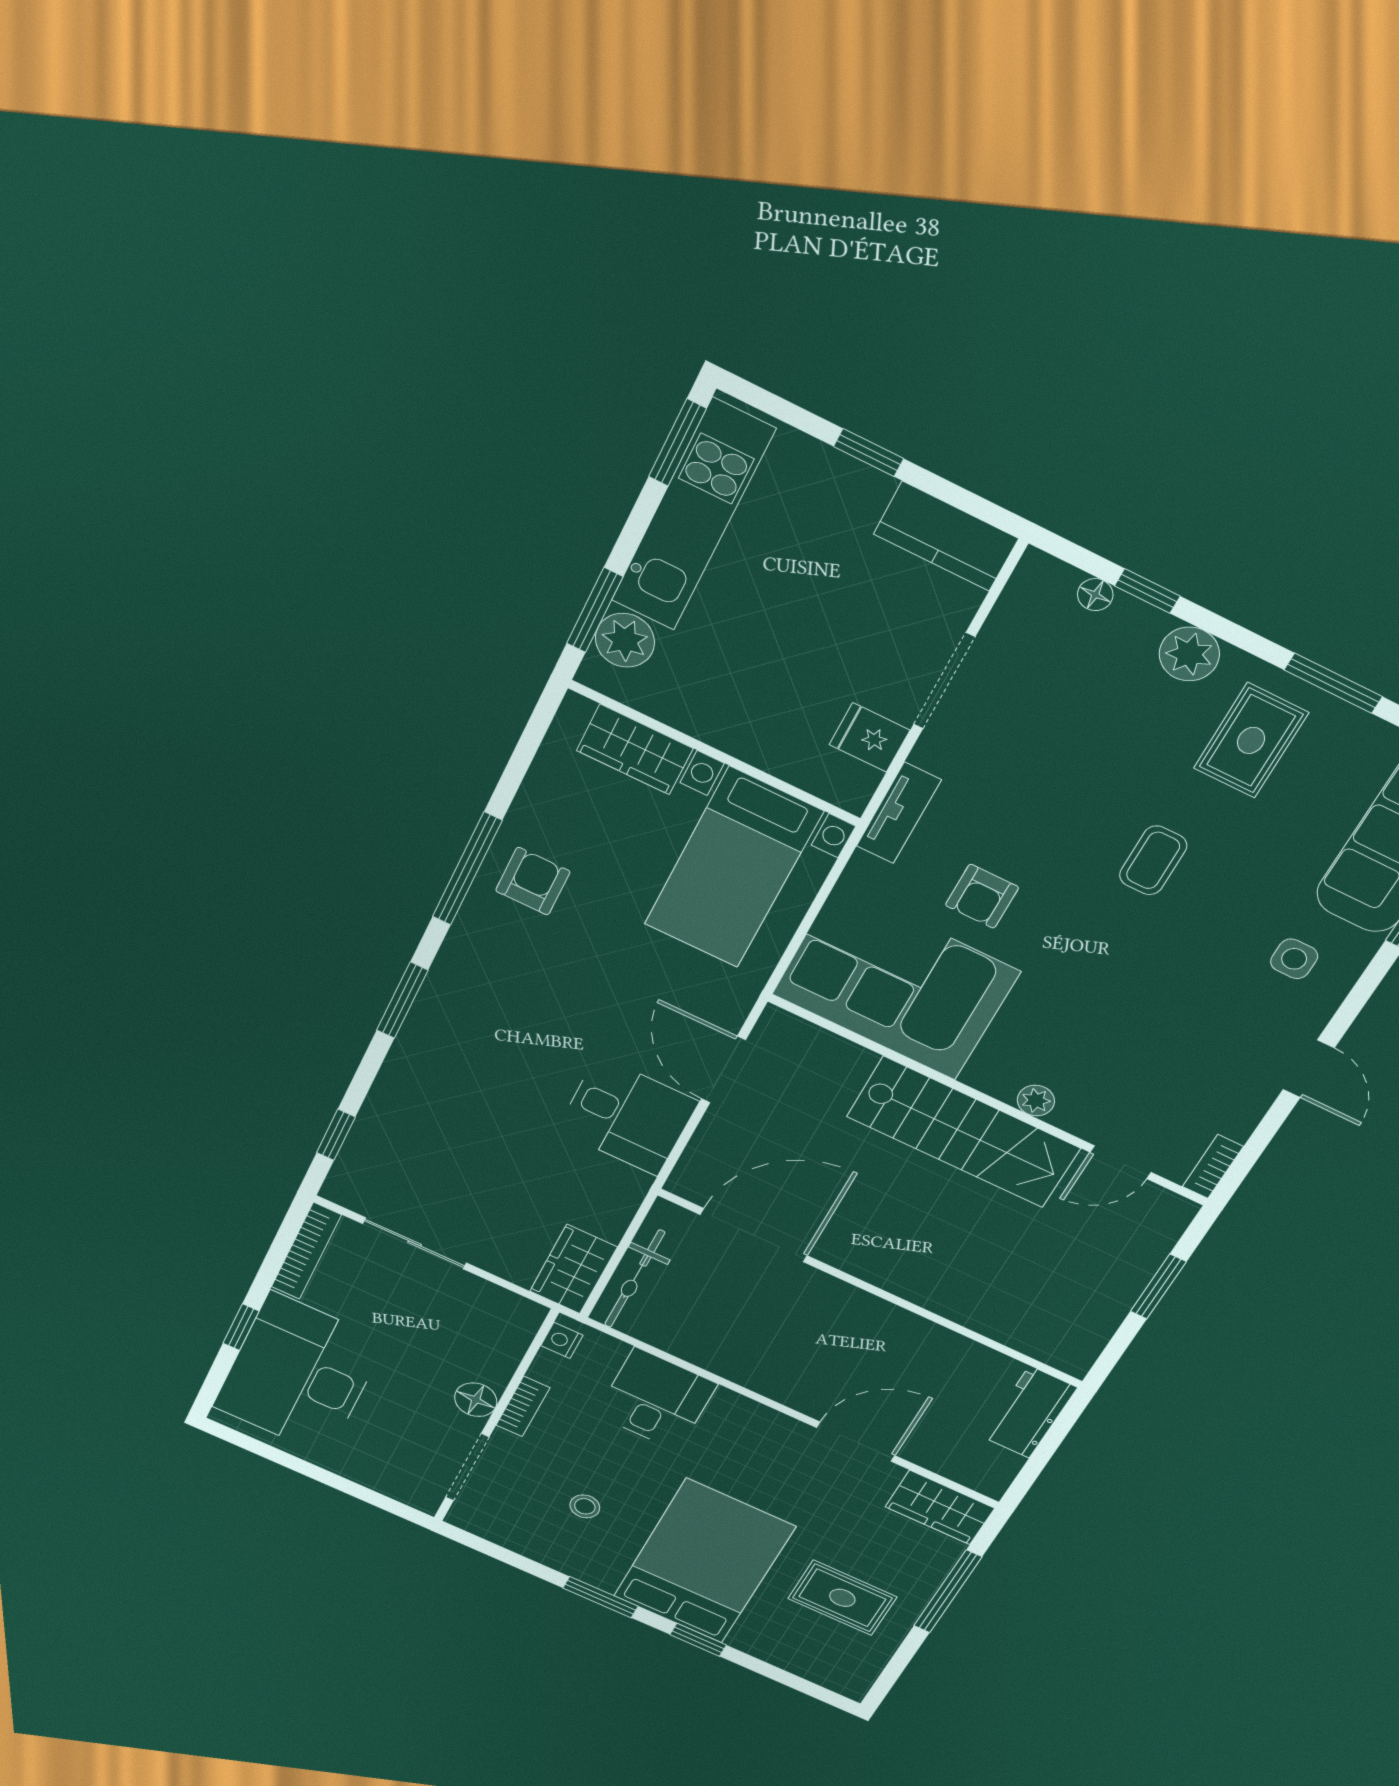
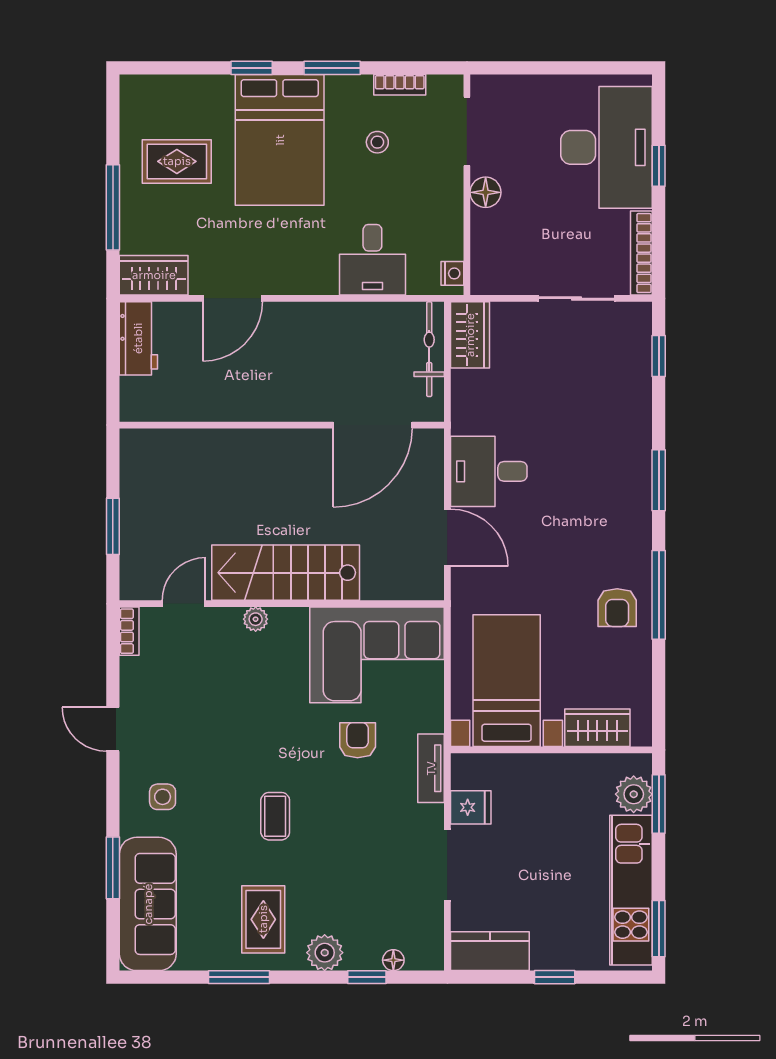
bookcase: (523, 1407) -> (400, 85), moved, turned -90
workbench: (1029, 1412) -> (138, 338), moved

